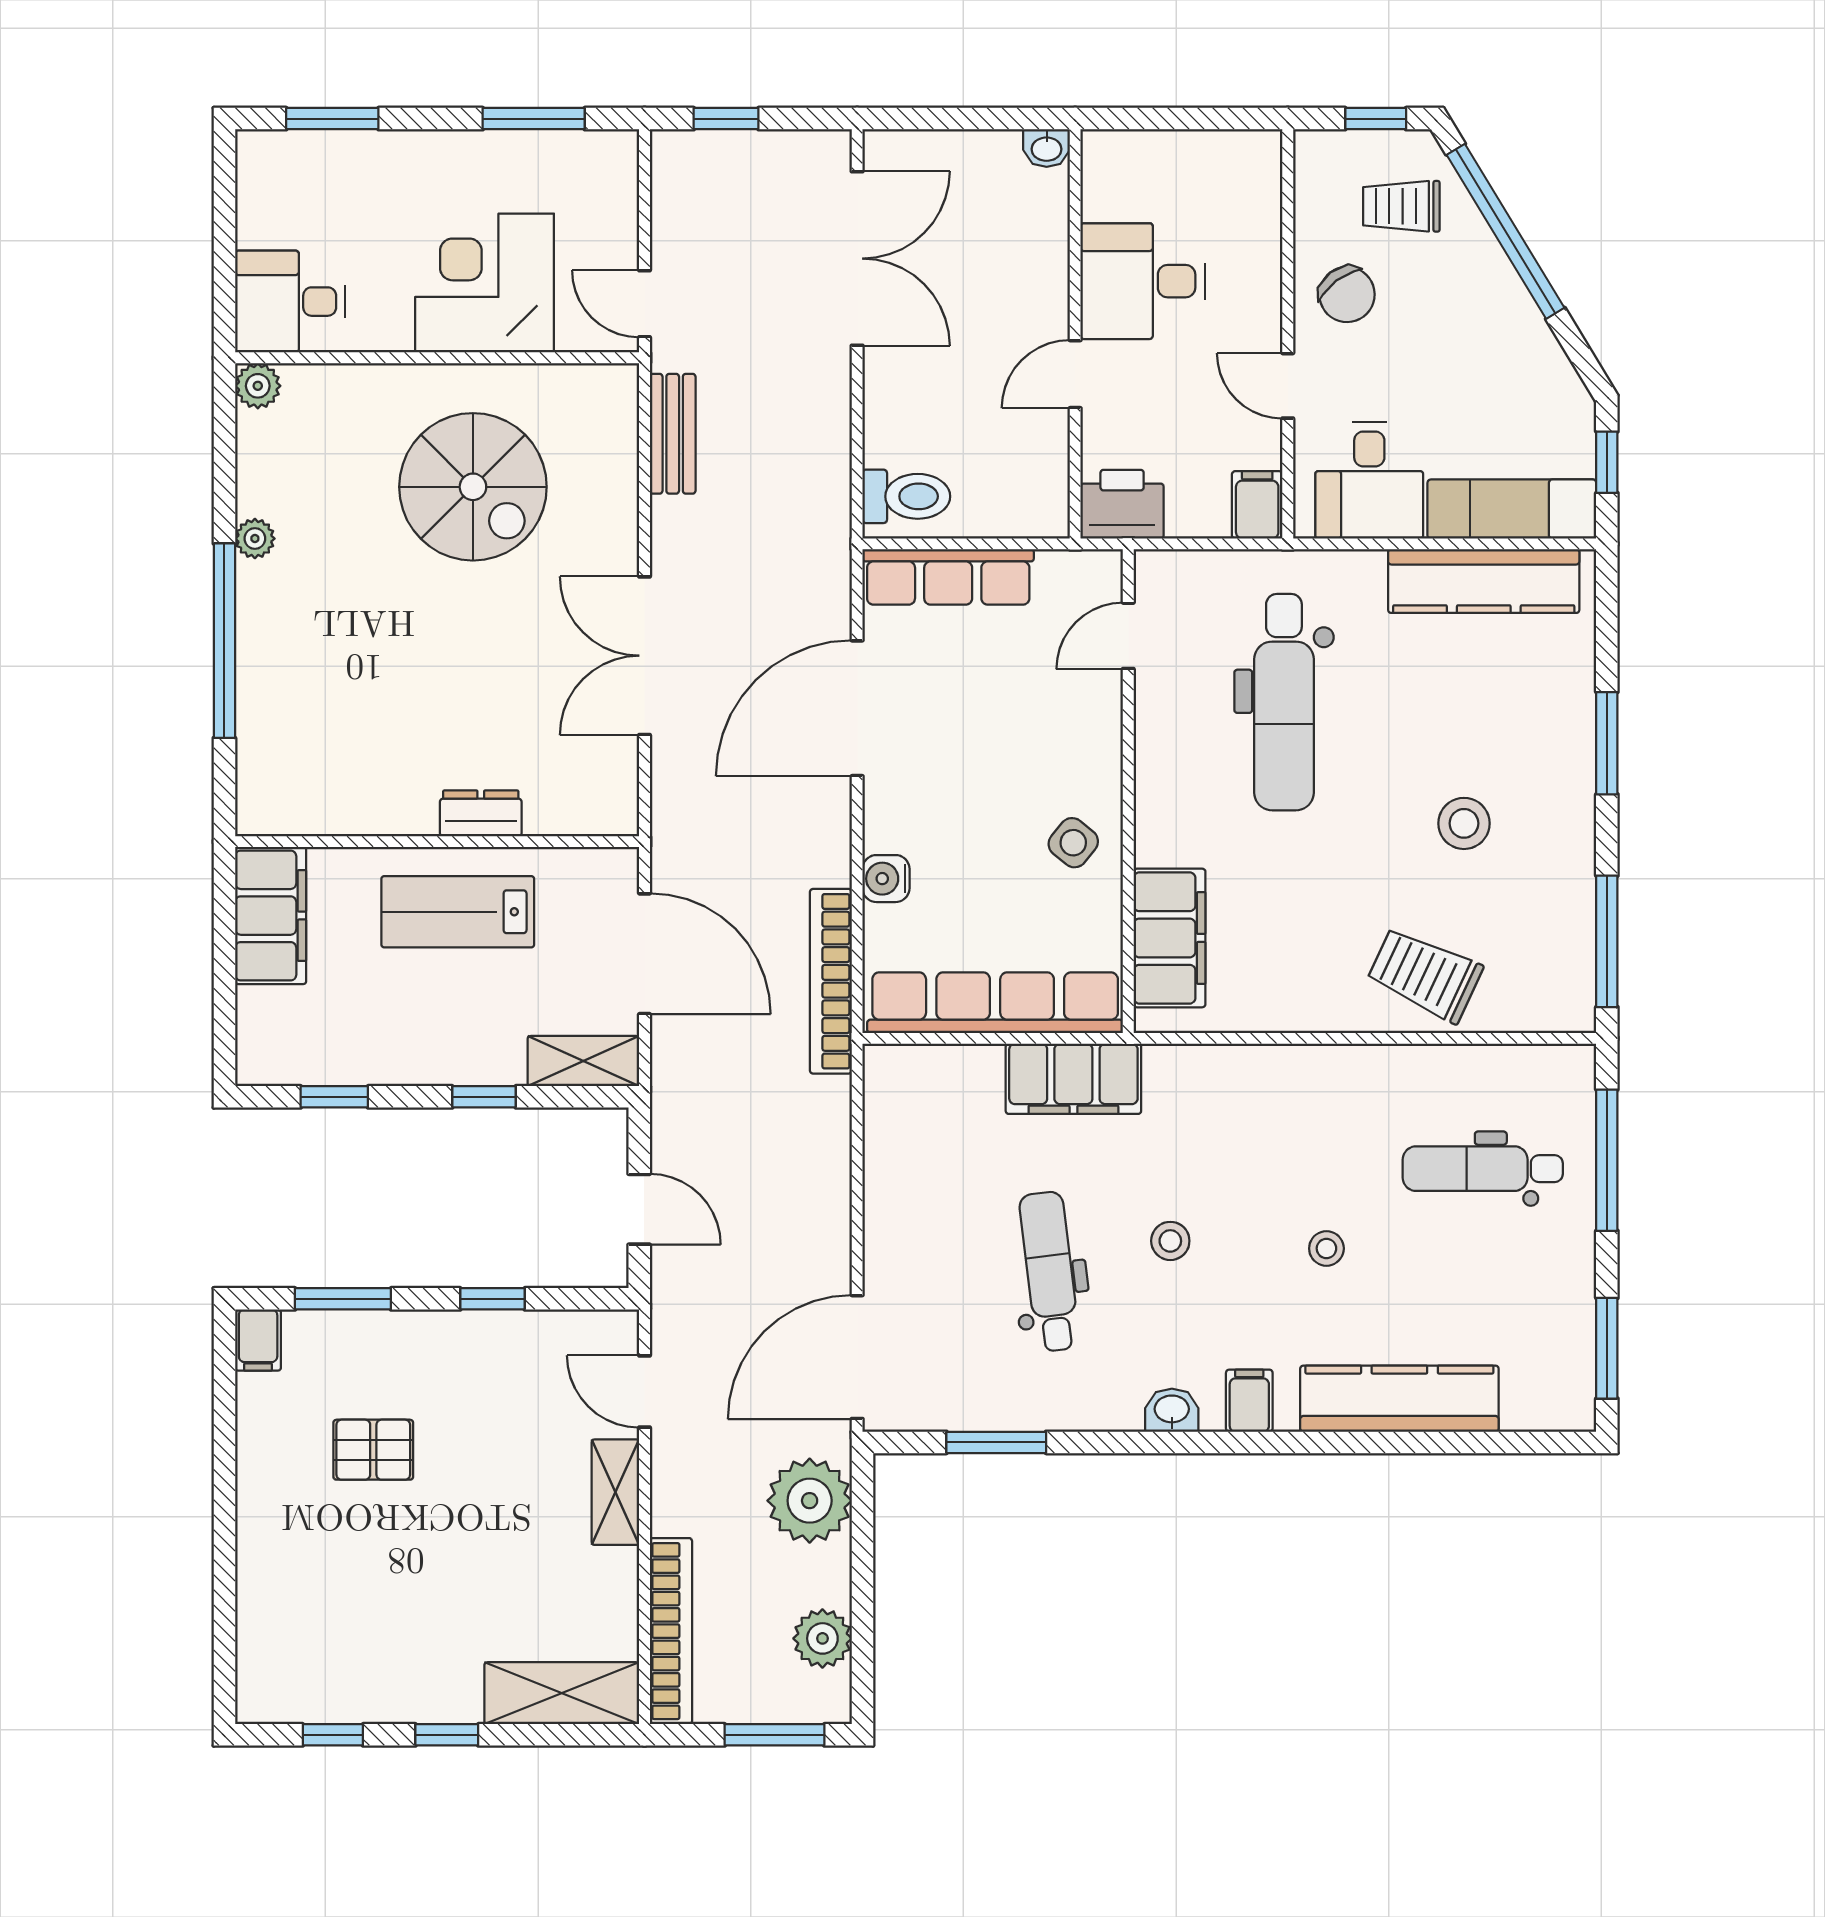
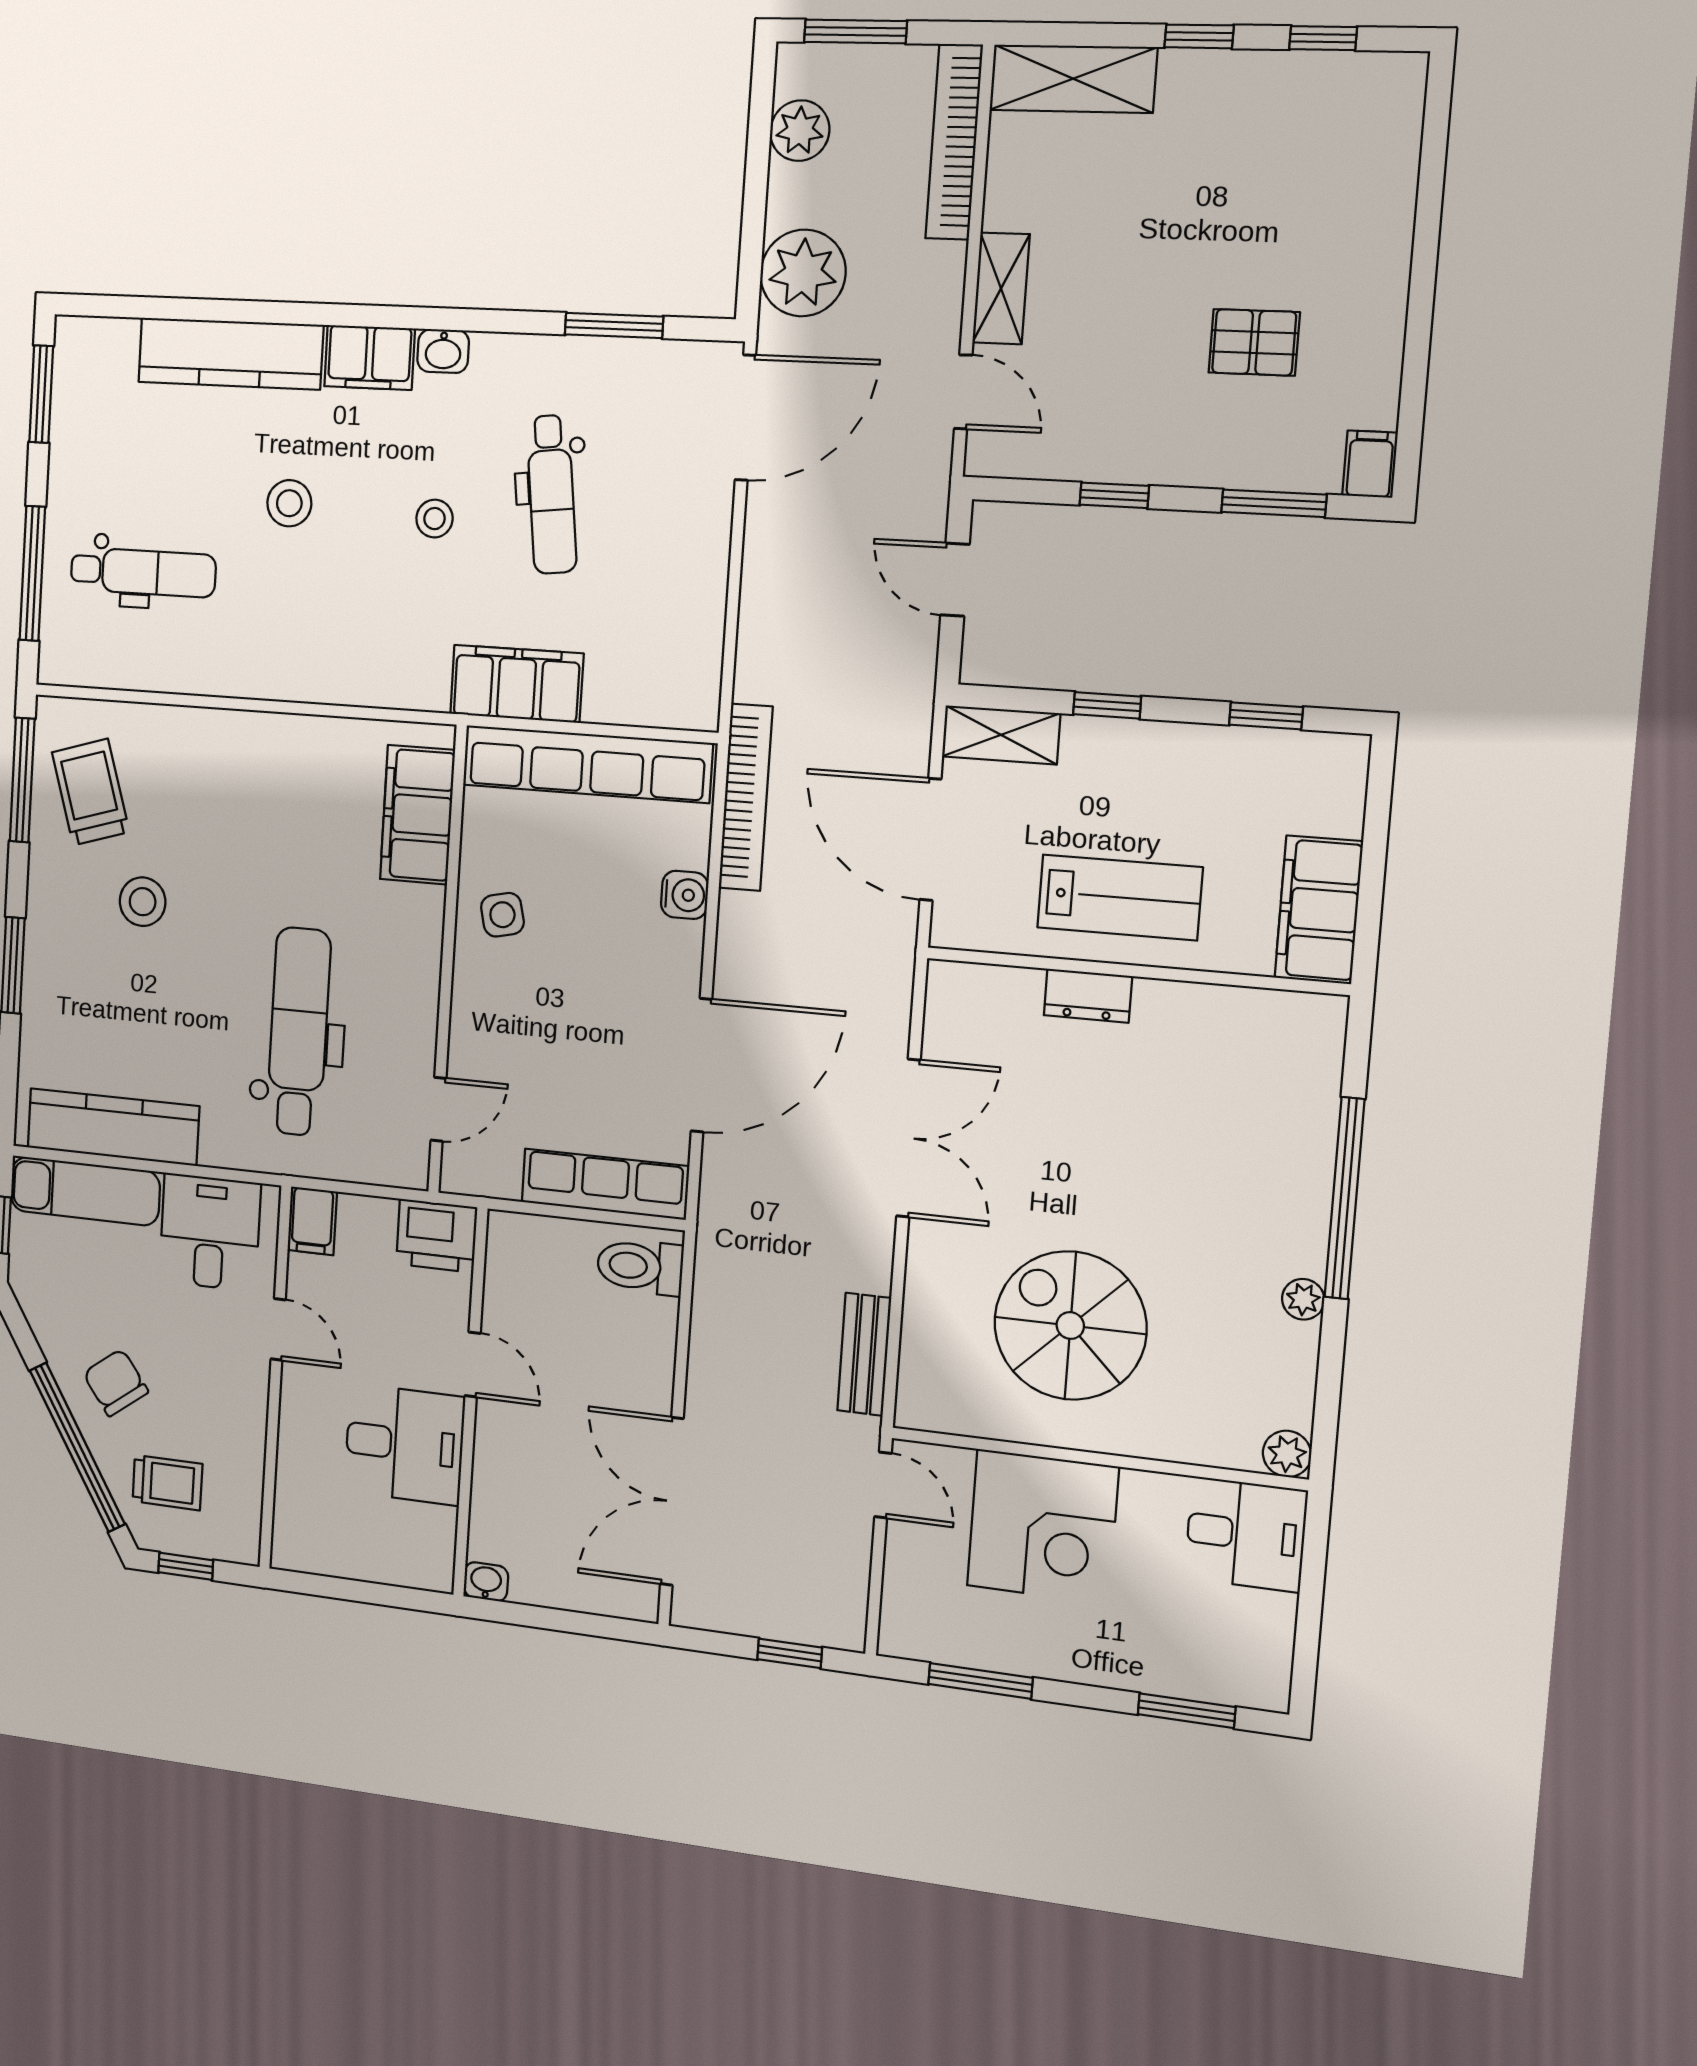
chair: (1347, 294) -> (116, 1383), moved
door: (1075, 374) -> (473, 1365), hinge flipped
side table: (1073, 843) -> (502, 915), turned 38
trolley: (1425, 975) -> (91, 792), moved, turned -132
stool: (1326, 1248) -> (289, 503), width x1.37, depth x1.37
filing cabinet: (1249, 1401) -> (370, 357), width x2.00

